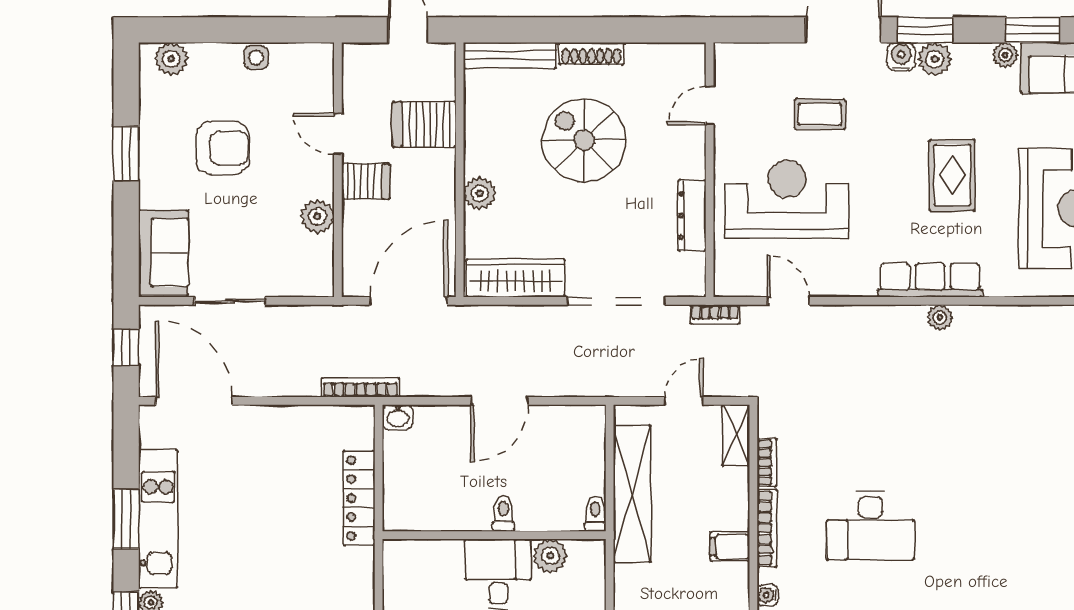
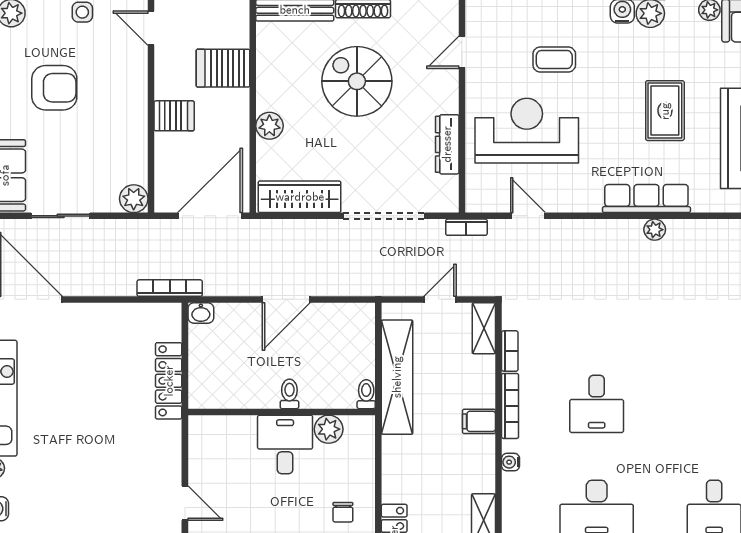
door: (338, 134) -> (151, 28), moved
plant: (317, 216) -> (134, 199), moved
desk: (871, 526) -> (597, 404), width x0.73

